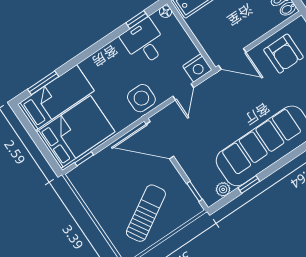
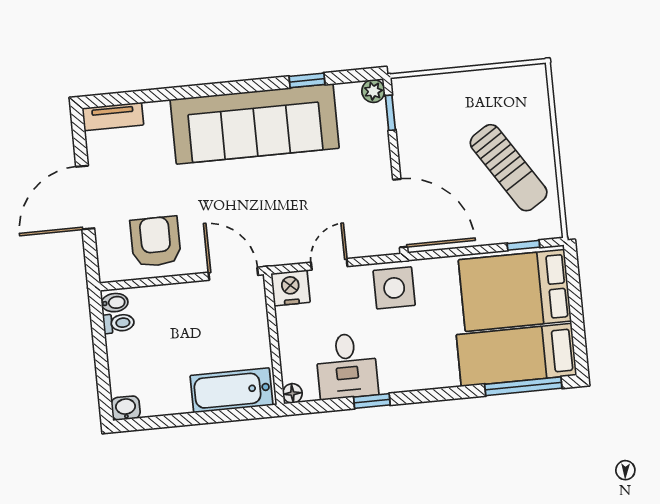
window: (137, 20) -> (372, 401), moved
window: (43, 83) -> (523, 386), width x1.44
plant: (223, 189) -> (373, 91), moved
sun lounger: (146, 213) -> (509, 168), moved, turned -92

